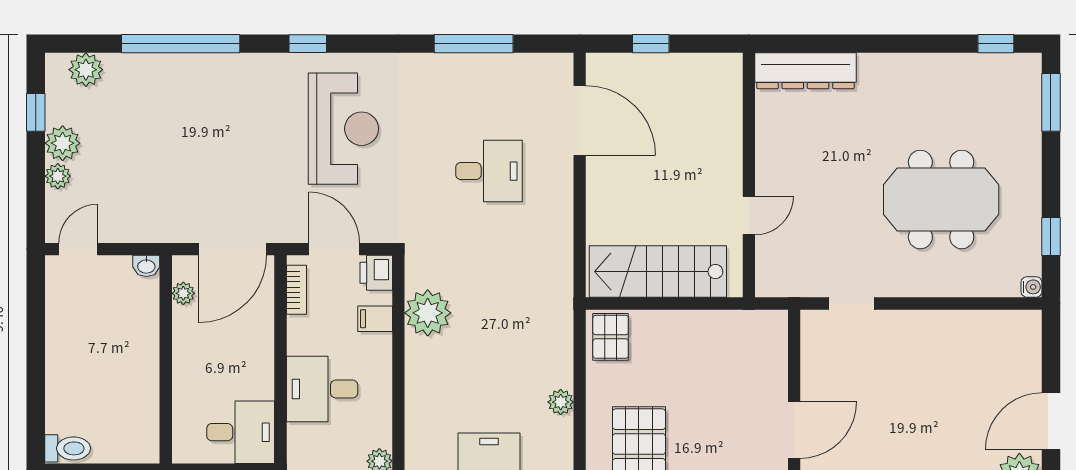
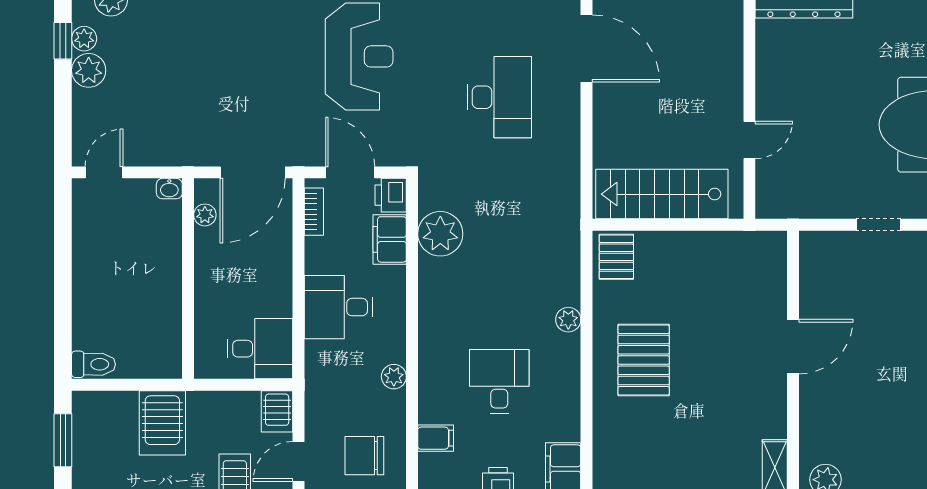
desk: (489, 171) -> (499, 97), width x1.37
plant: (58, 176) -> (84, 39), moved
doorway: (851, 303) -> (879, 225), moved
filing cabinet: (375, 319) -> (390, 239), width x2.00

